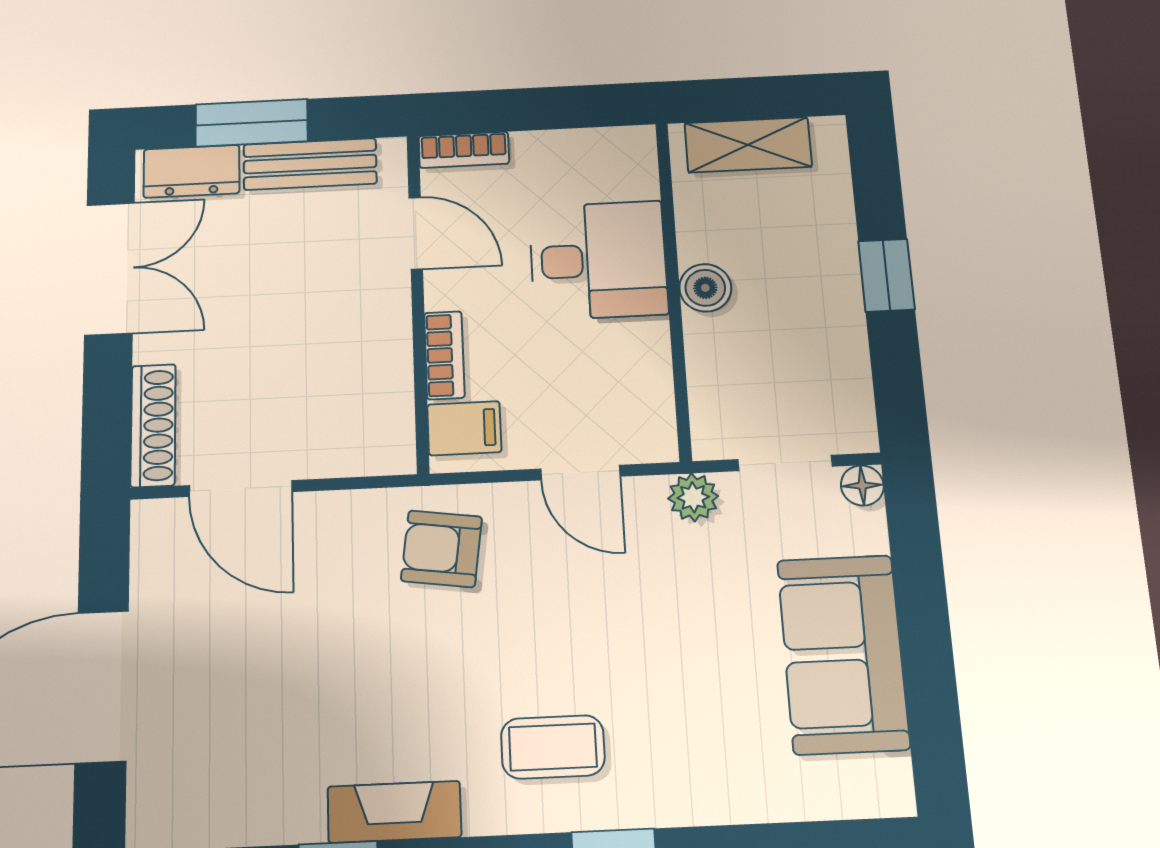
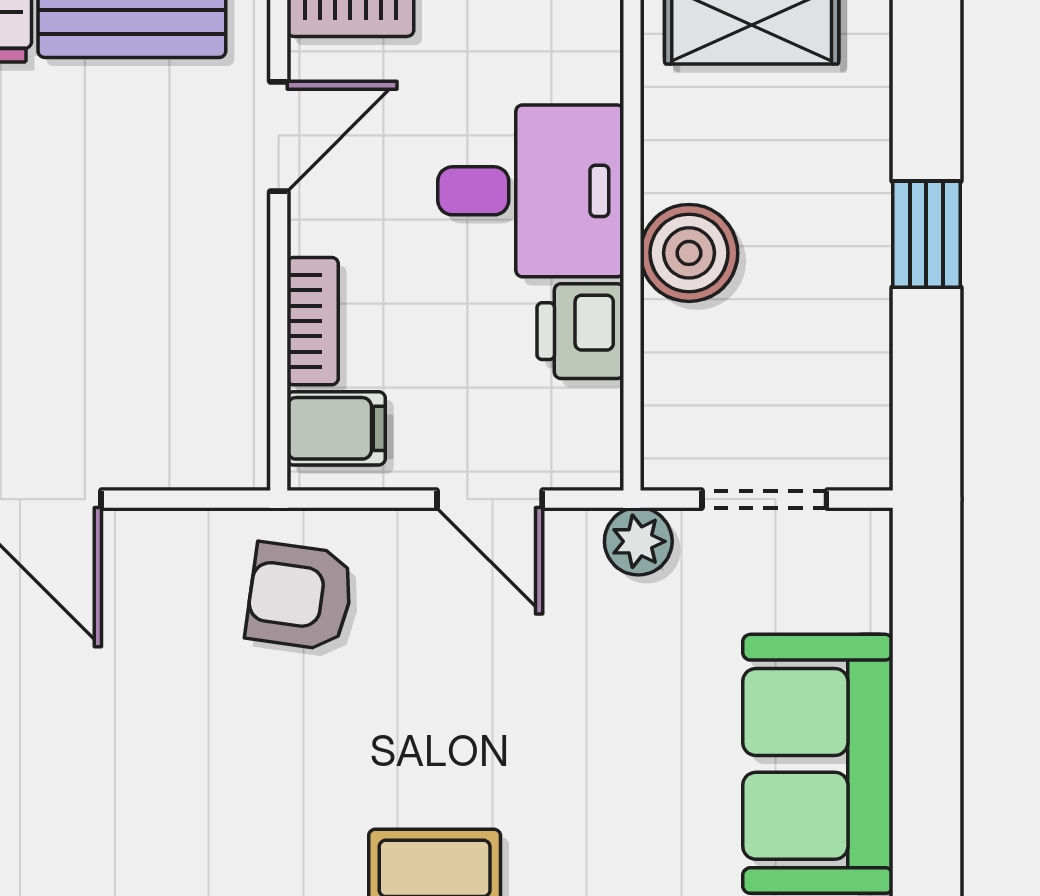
door: (416, 233) -> (279, 136), hinge flipped
boiler: (705, 288) -> (689, 253), width x1.36, depth x1.36
printer: (640, 353) -> (580, 331), added
floor lamp: (862, 485) -> (865, 536), removed

